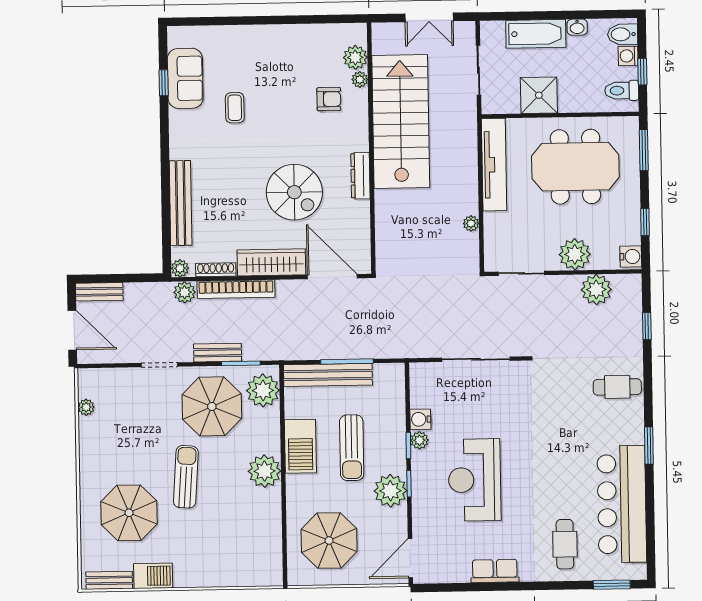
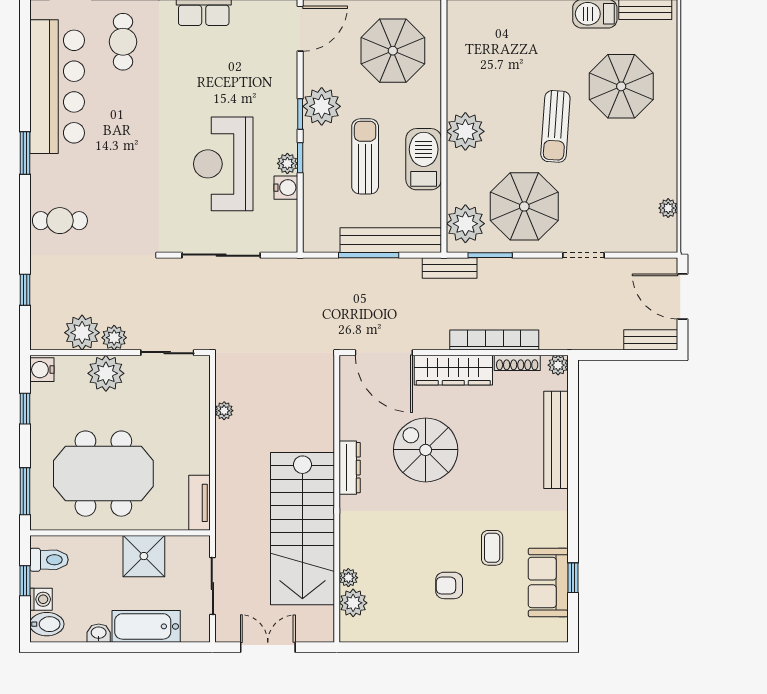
armchair: (329, 99) -> (449, 585), moved
tv unit: (494, 165) -> (199, 503), width x0.52, depth x0.78
plant: (185, 292) -> (114, 338), moved
bench: (218, 353) -> (450, 268), moved
reception desk: (475, 480) -> (223, 164), moved, turned 180

